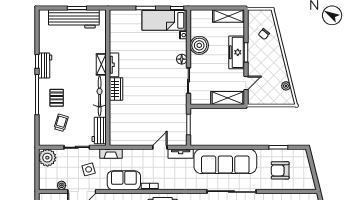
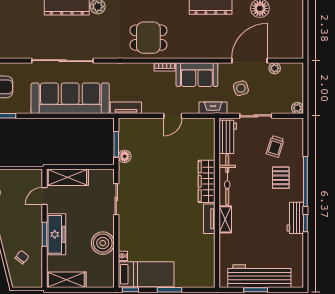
floor lamp: (182, 59) -> (125, 156), moved
wardrobe: (116, 89) -> (207, 181), width x1.50
door: (160, 147) -> (173, 116), moved
plant: (47, 158) -> (298, 108), width x0.53, depth x0.53

